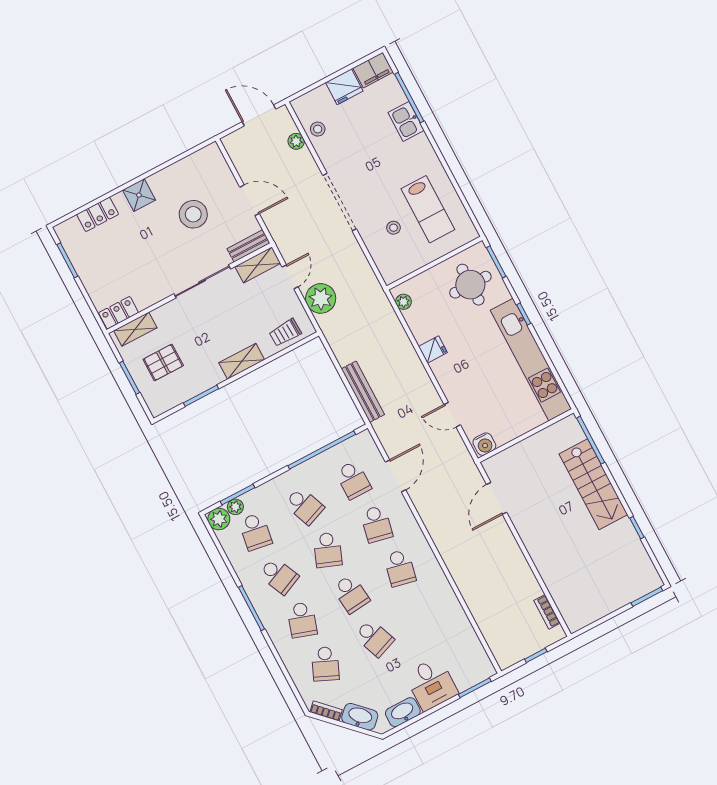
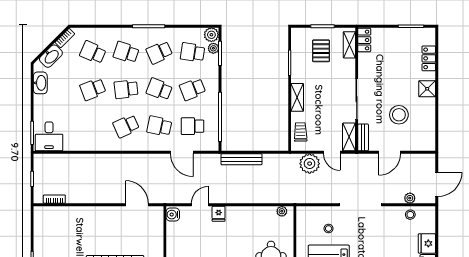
fridge: (433, 350) -> (219, 214), moved
school desk: (400, 568) -> (126, 126), turned -36
desk: (431, 684) -> (49, 136), moved, turned -90

